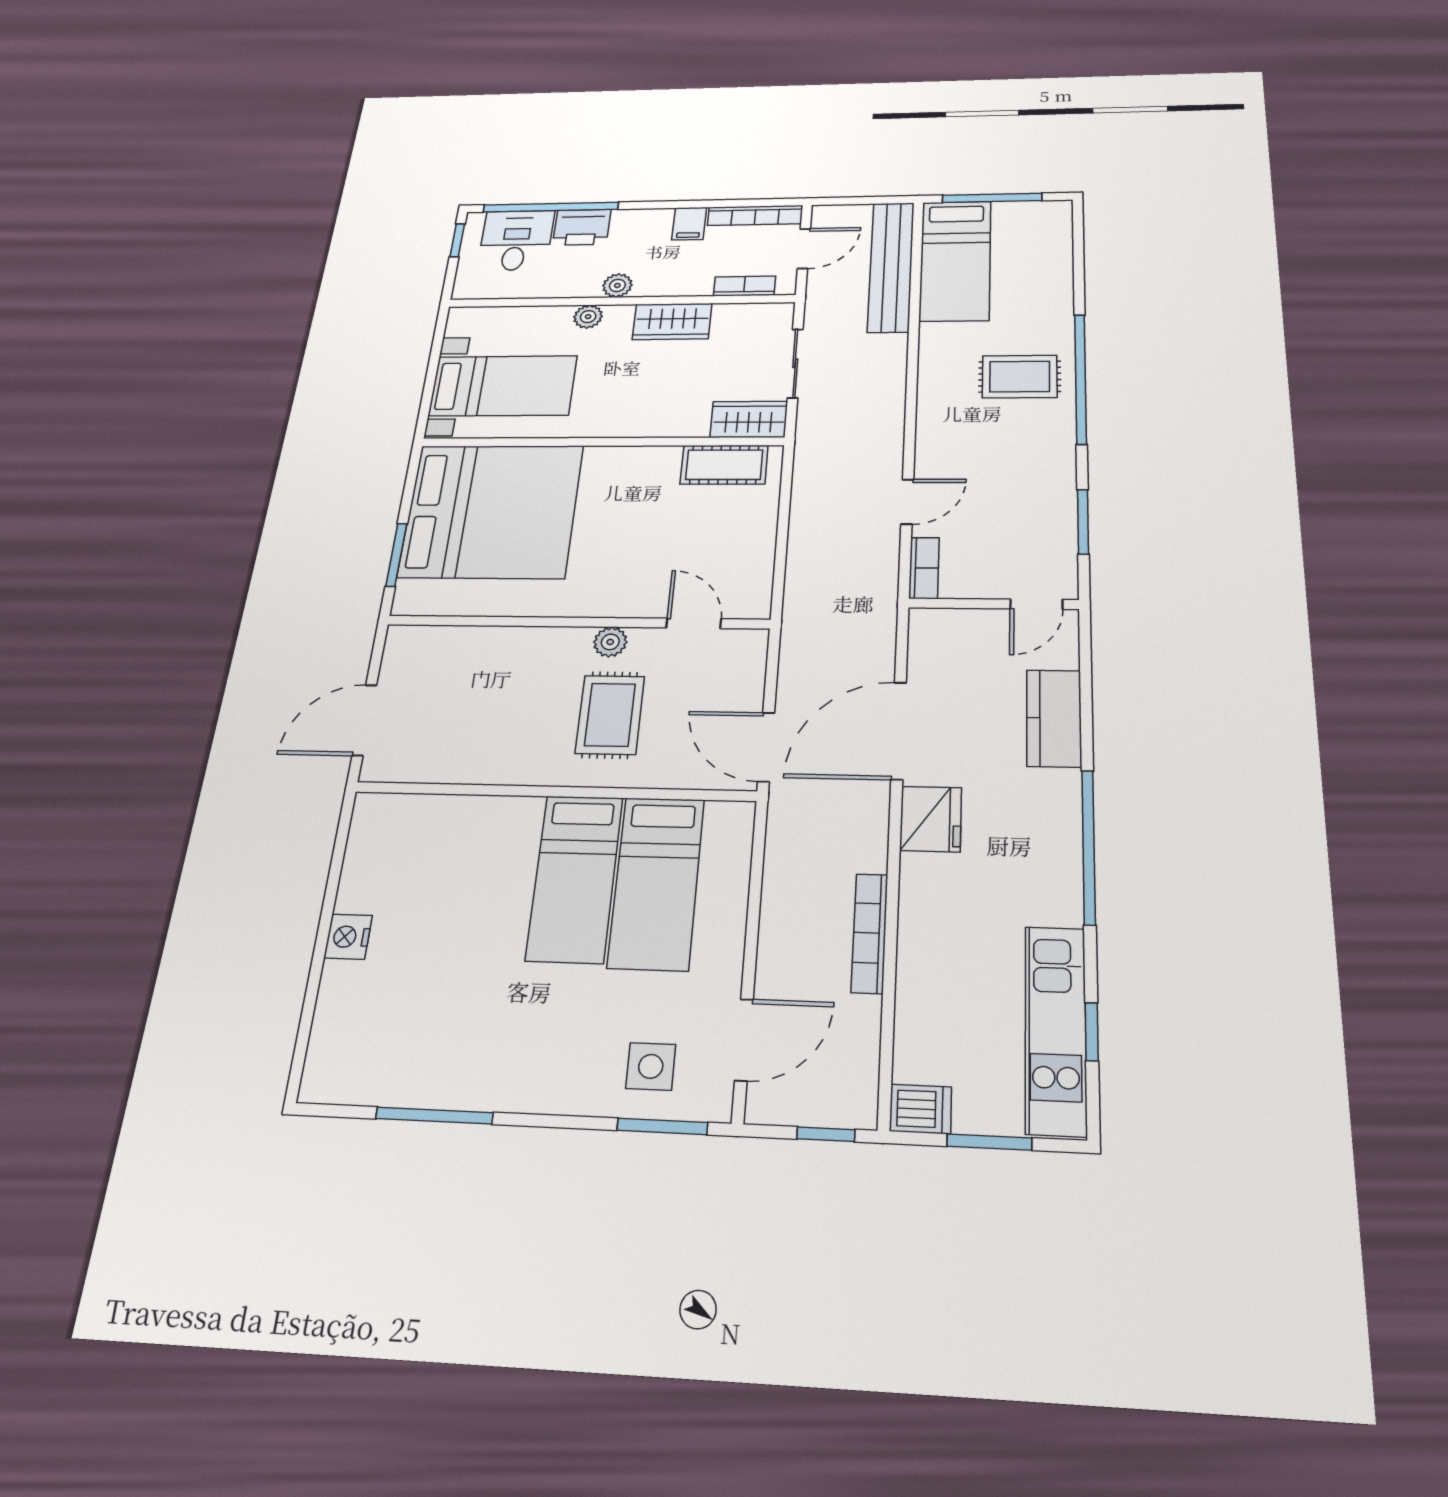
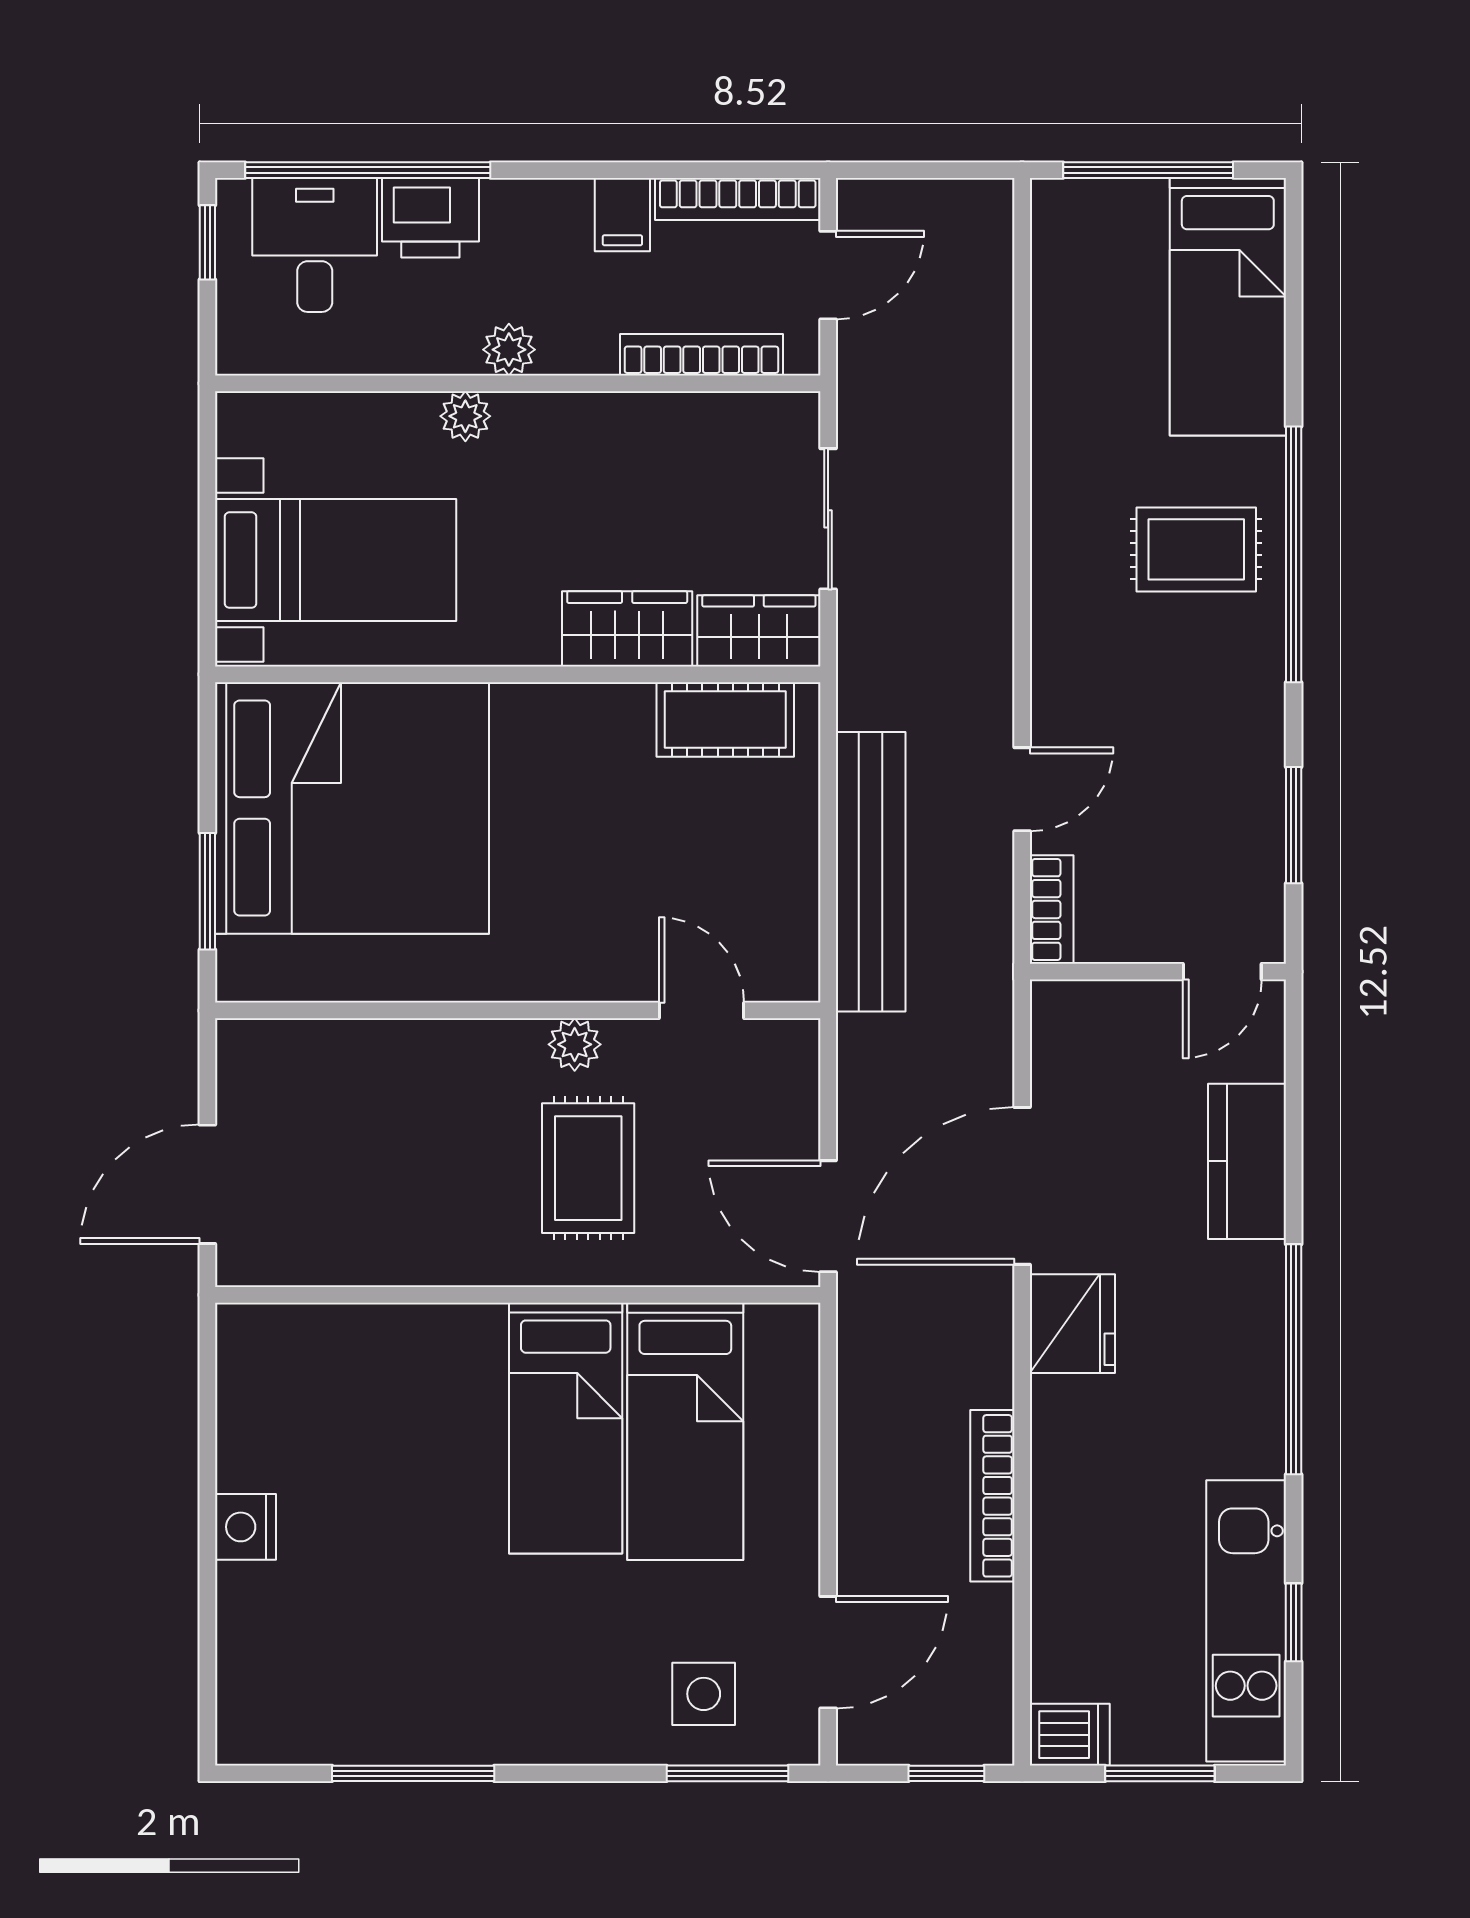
bed: (955, 260) -> (1228, 307), moved
bench: (891, 267) -> (871, 872), moved
bookcase: (744, 286) -> (701, 355), width x1.56
wardrobe: (672, 321) -> (627, 629), moved, turned 180

